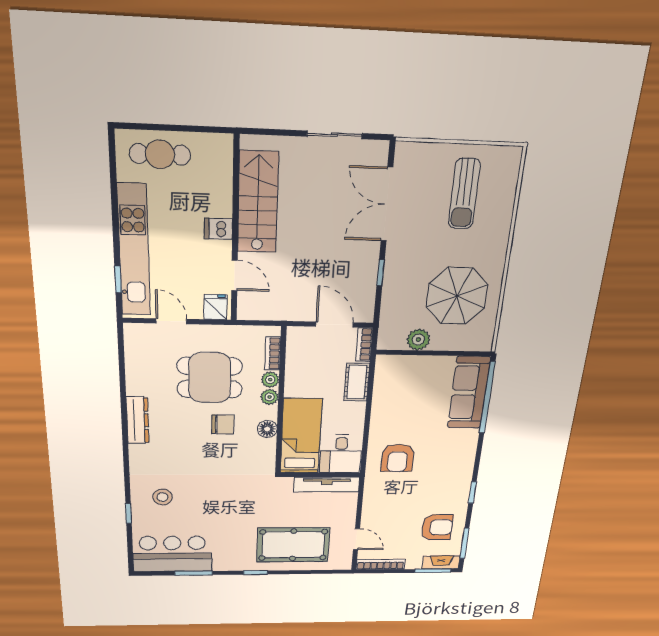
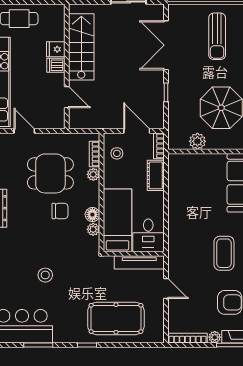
fridge: (216, 307) -> (56, 49), moved, turned -90
stool: (305, 353) -> (117, 153), added
plant: (270, 397) -> (93, 229), moved
armchair: (398, 458) -> (192, 239), removed
coffee table: (437, 474) -> (224, 253), added
stool: (162, 497) -> (45, 275), moved
door: (356, 539) -> (166, 289), moved
plant: (414, 563) -> (215, 337), added

